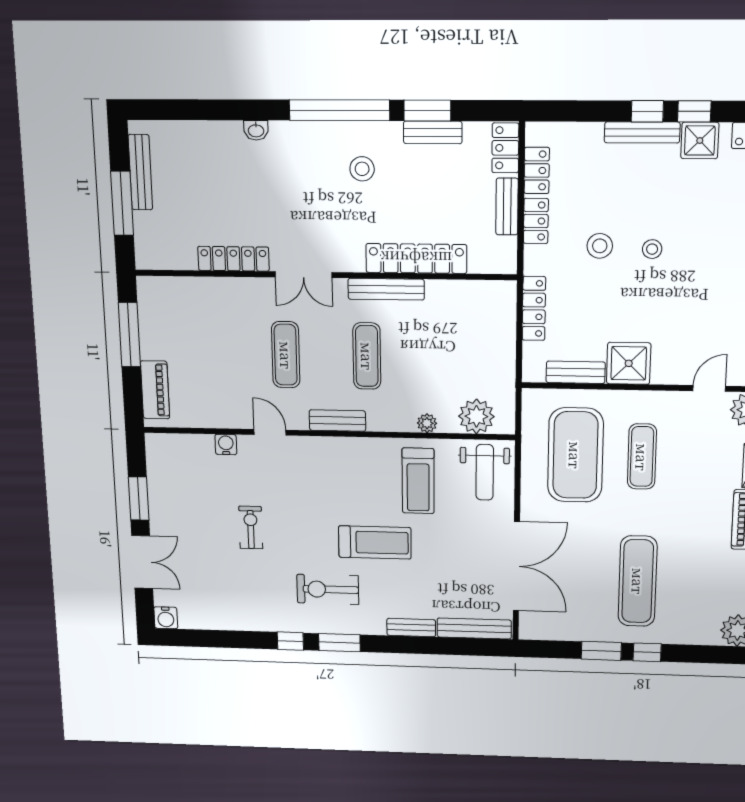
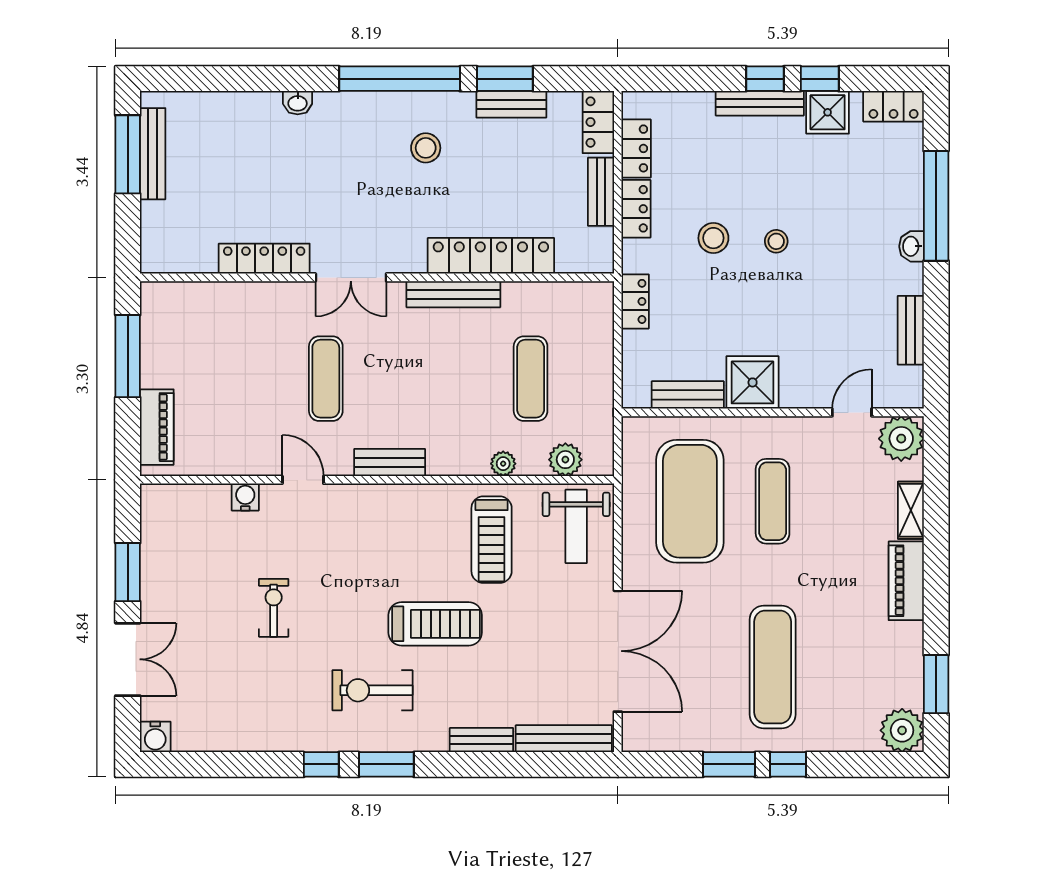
window: (122, 203) -> (128, 154), moved
locker: (534, 308) -> (635, 301), width x0.66
exercise mat: (367, 356) -> (531, 379), moved
plant: (476, 416) -> (565, 460), width x0.73, depth x0.73

